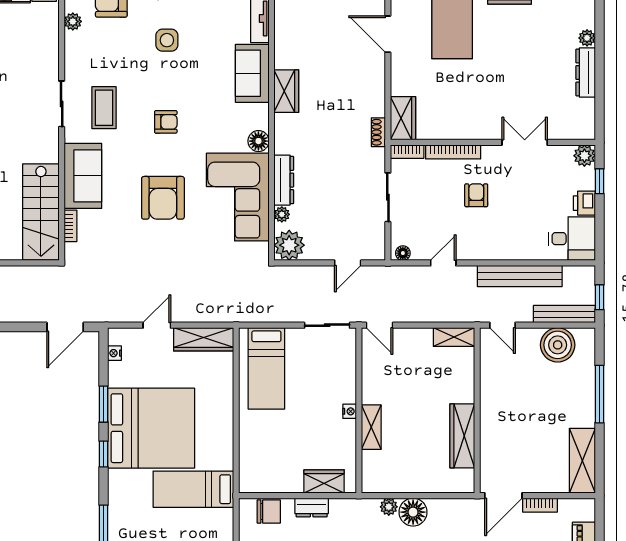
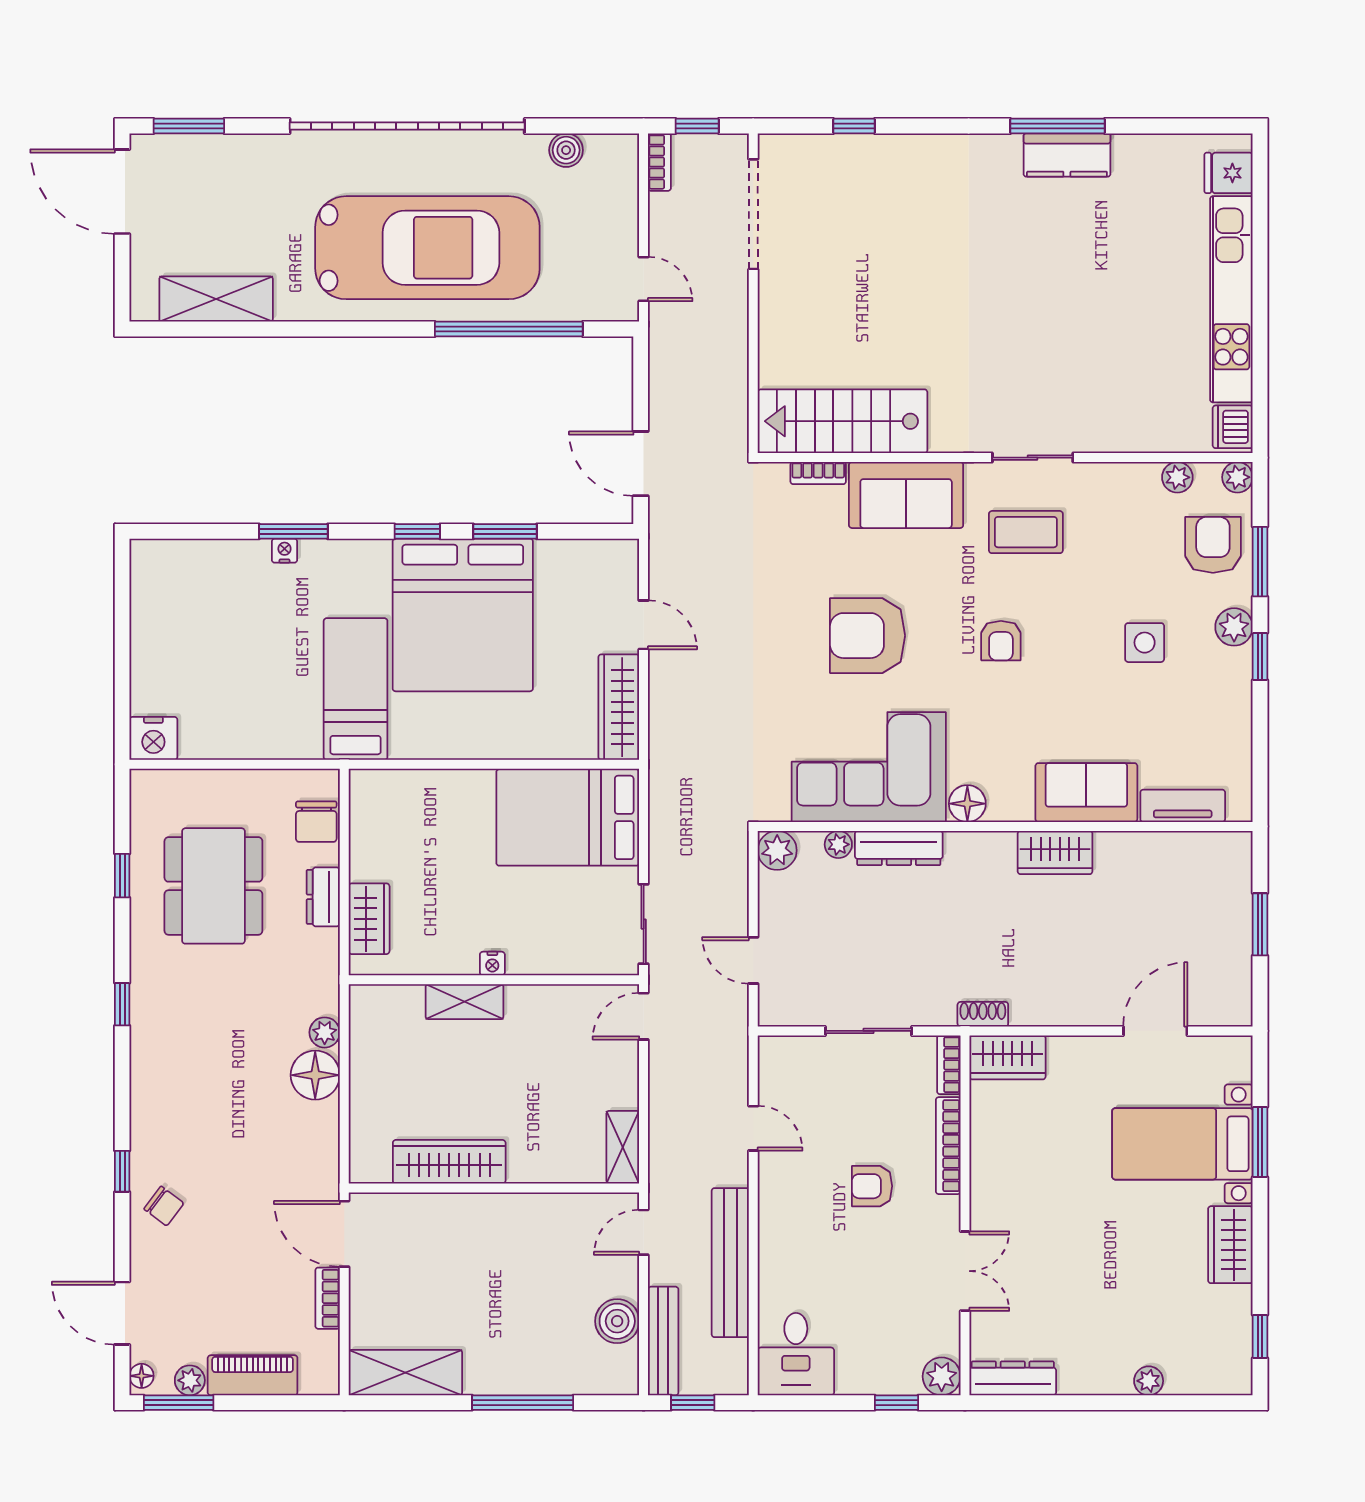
dresser: (586, 72) -> (1013, 1378), moved
armchair: (476, 195) -> (872, 1186), turned 180
printer: (584, 203) -> (858, 1376), removed
plant: (289, 245) -> (777, 850), width x0.73, depth x0.73
floor lamp: (403, 253) -> (770, 1057), removed
boiler: (558, 345) -> (617, 1321), width x0.73, depth x0.73
nightstand: (115, 353) -> (284, 551), moved
bed: (266, 368) -> (568, 817), width x1.50

